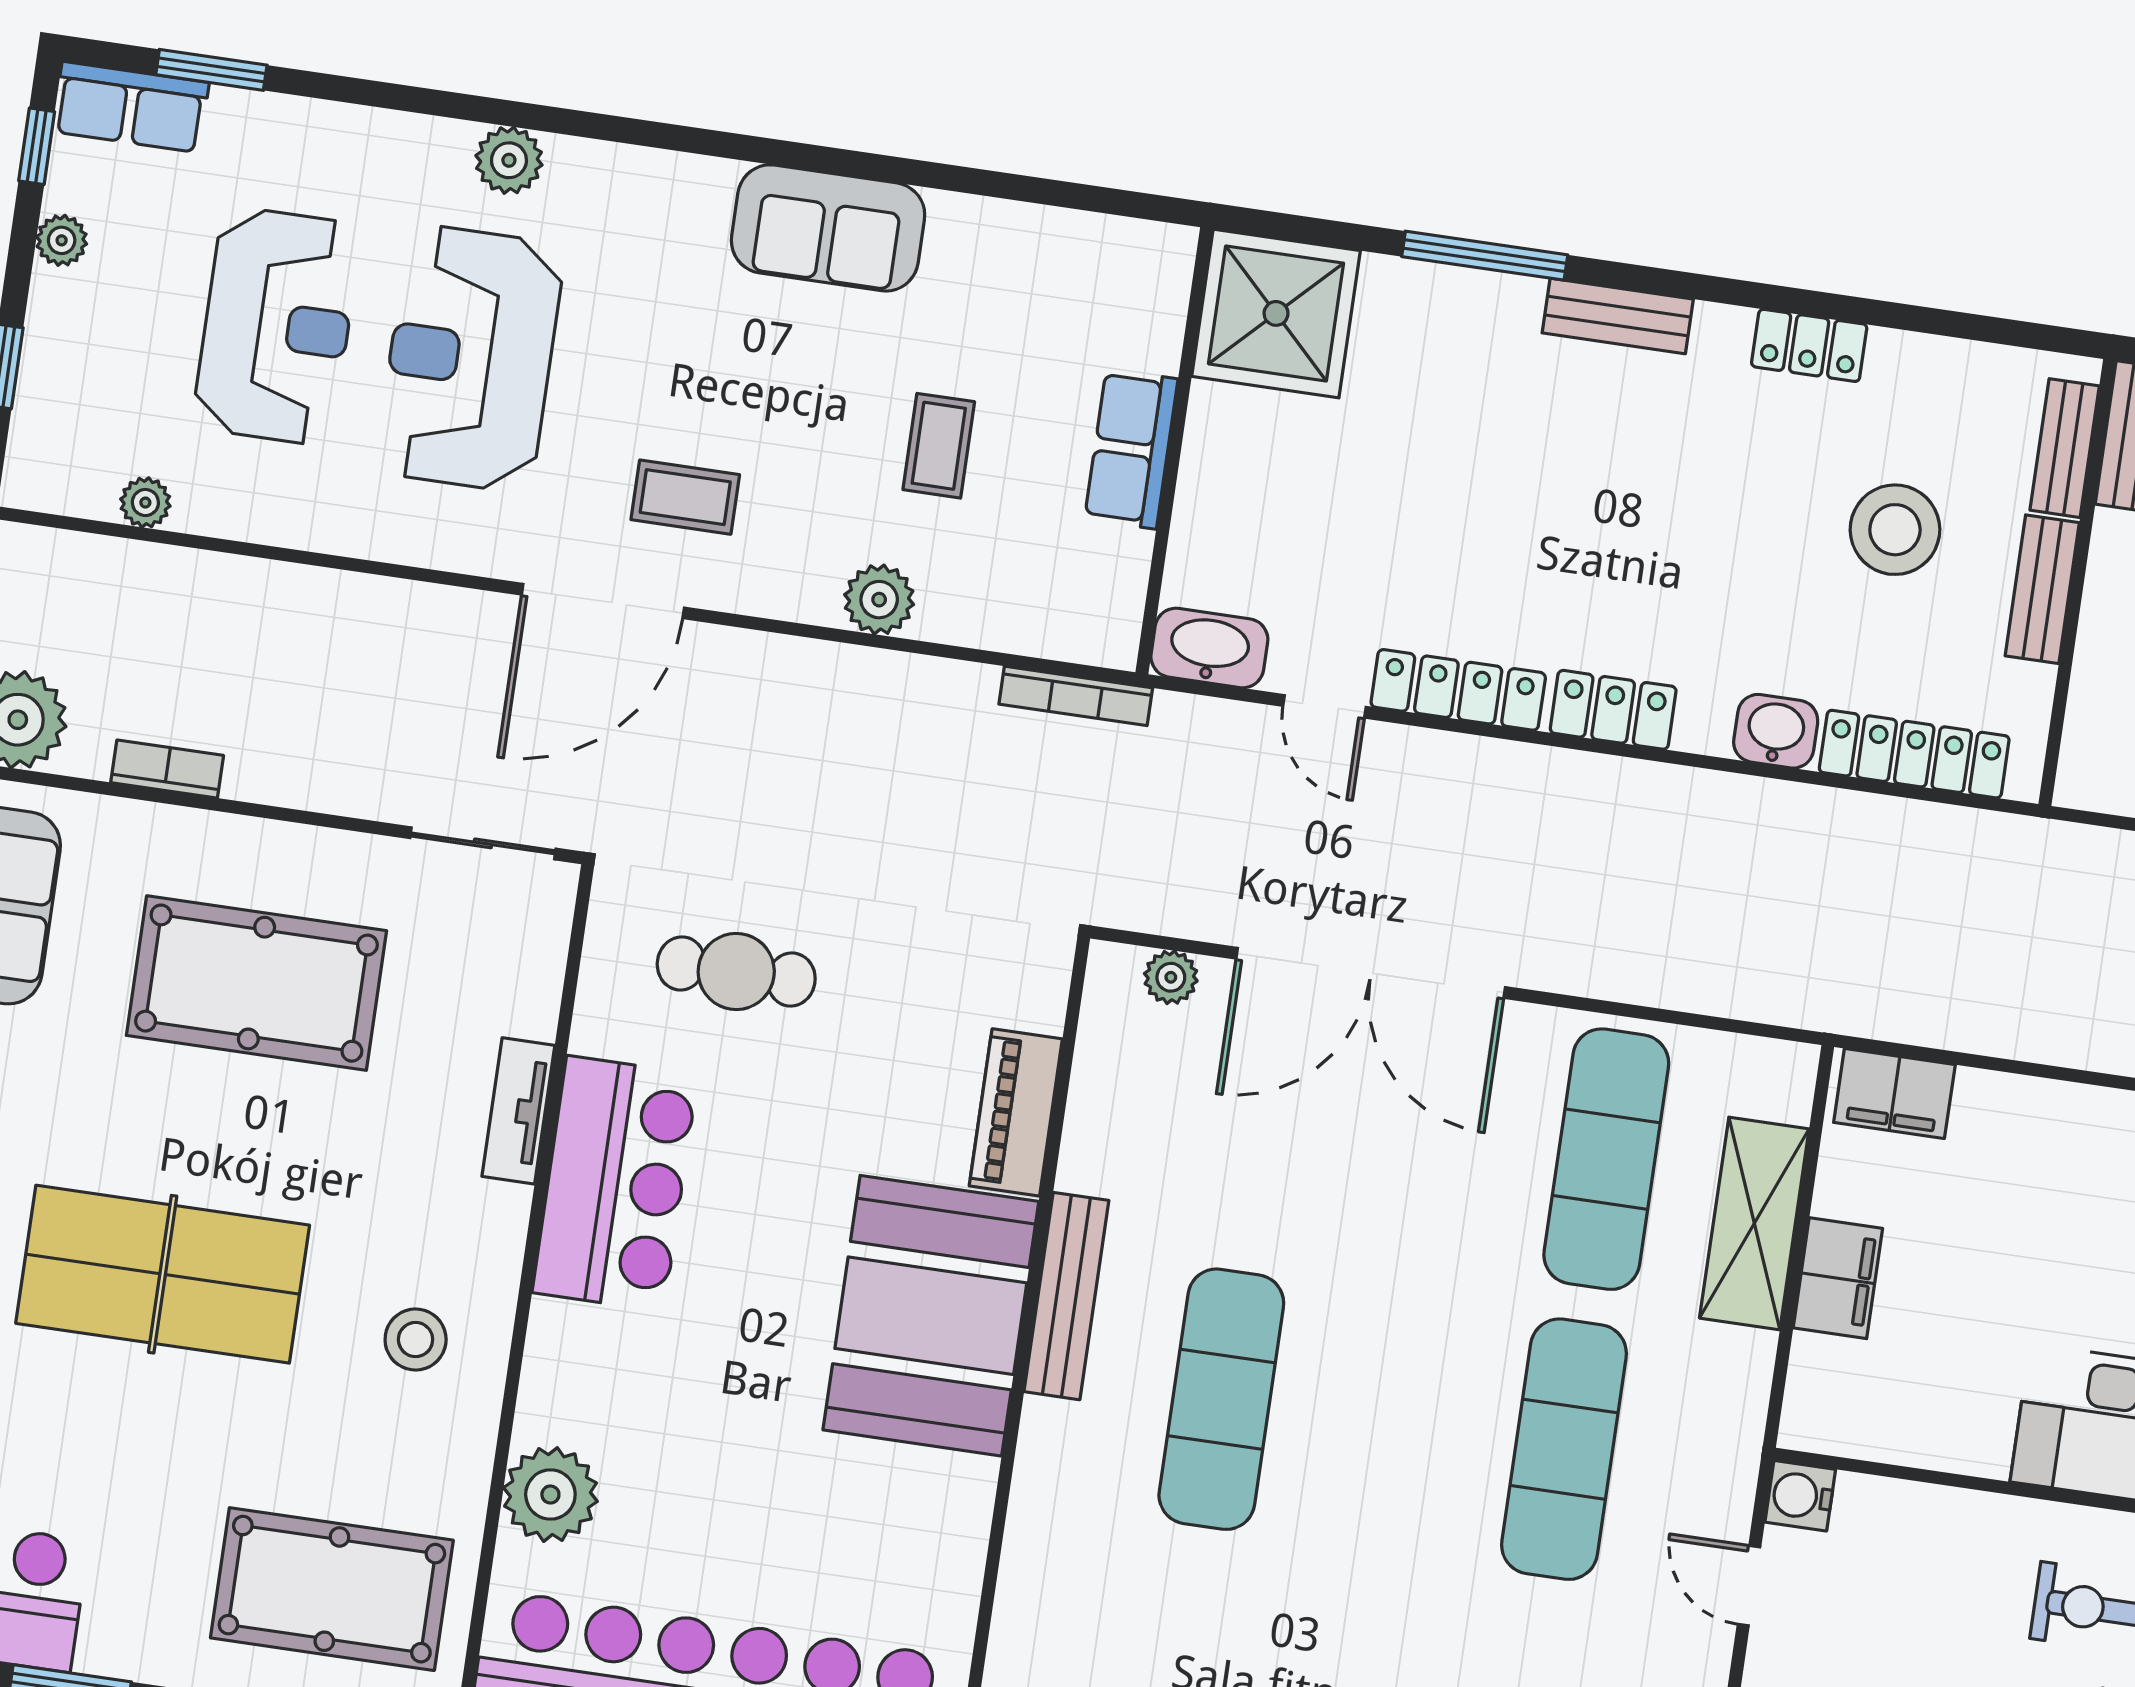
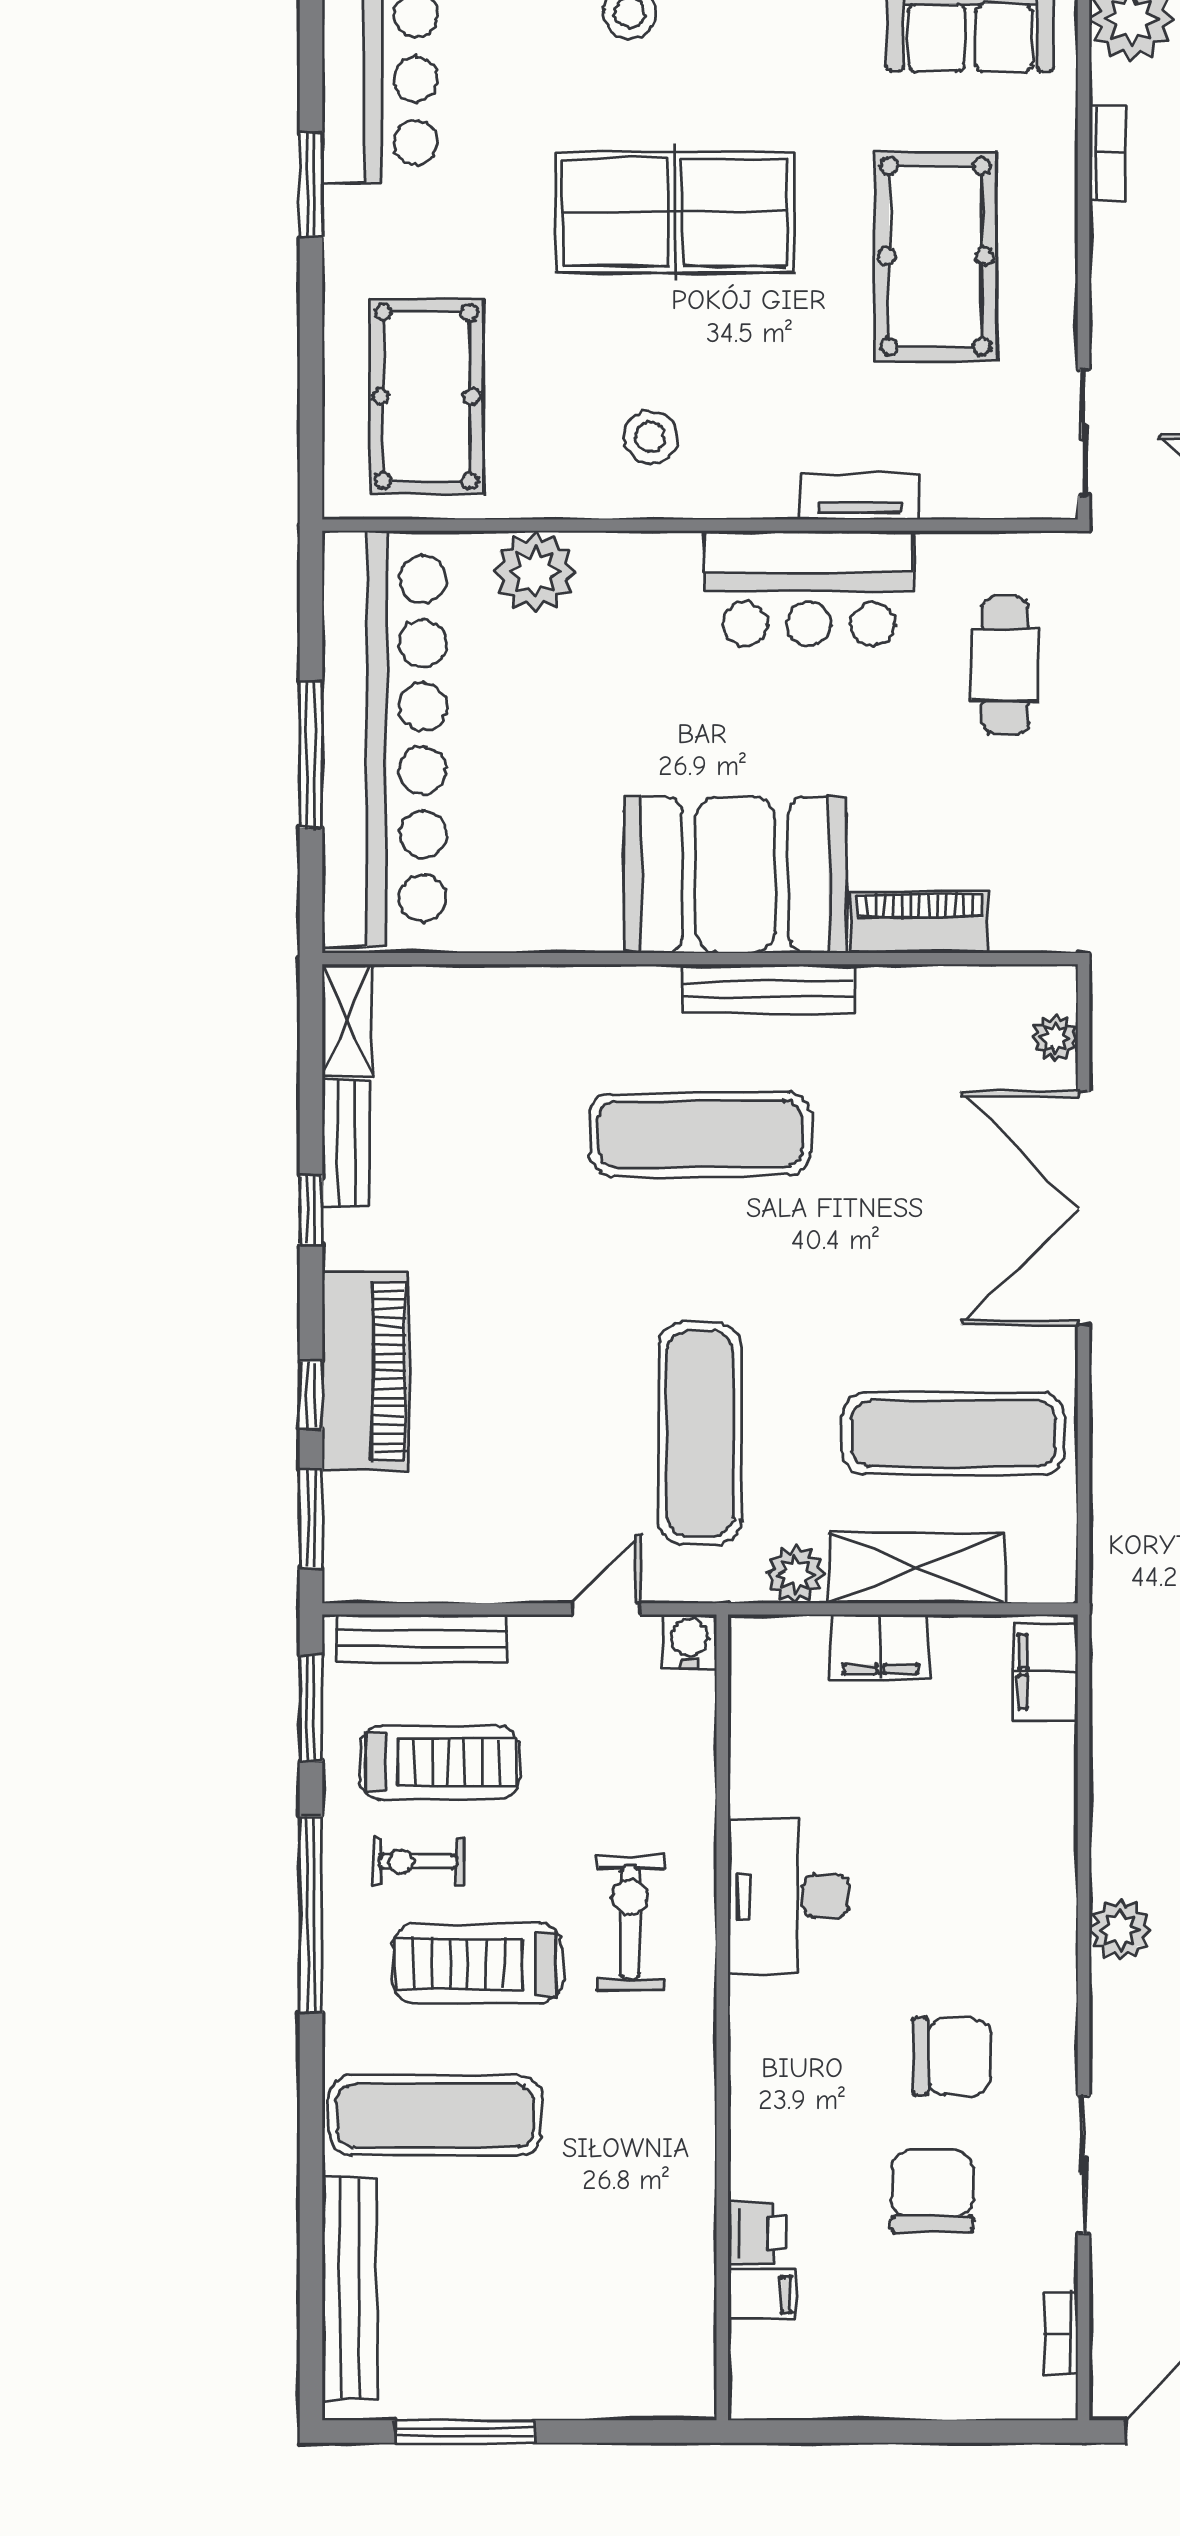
table tennis table: (163, 1274) -> (675, 212), turned 90
plant: (1741, 1363) -> (796, 1574), added
exercise mat: (1564, 1449) -> (700, 1433), turned 90

